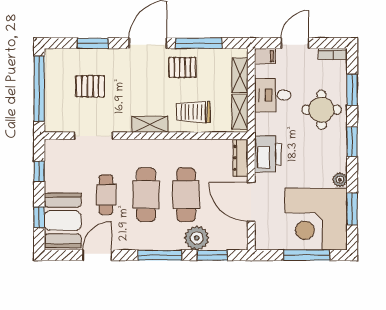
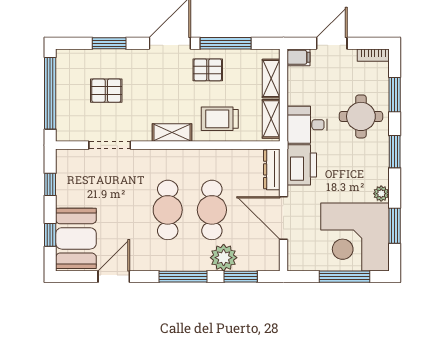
desk: (273, 95) -> (307, 125), moved
cafe table: (106, 195) -> (124, 210), removed

